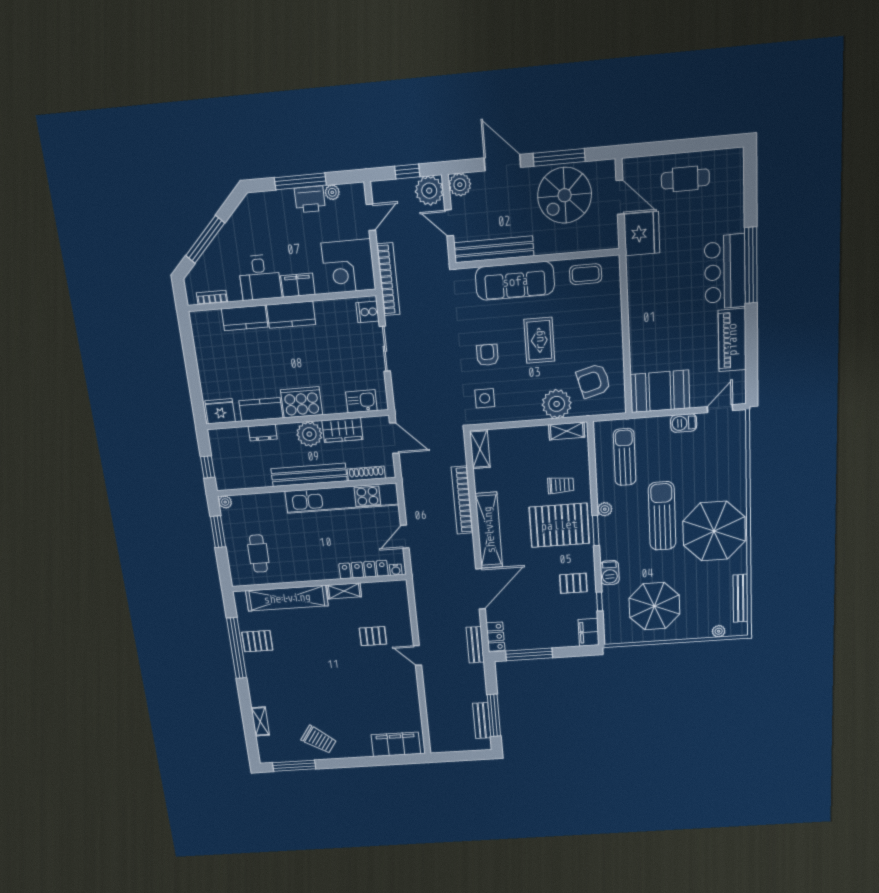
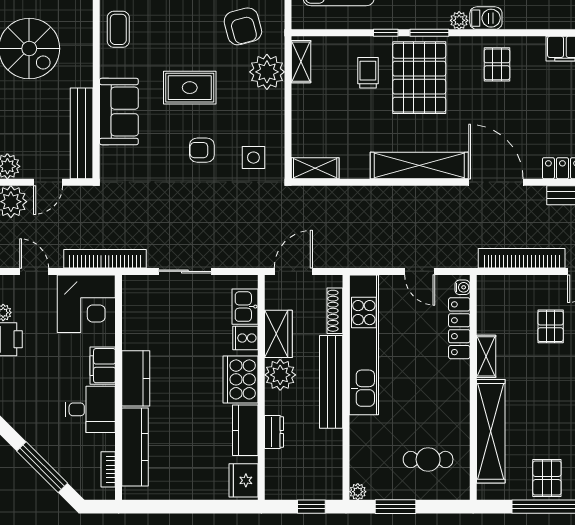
sofa: (515, 281) -> (119, 111), width x0.73
cooker: (367, 312) -> (245, 338), moved, turned 90
kitchen counter: (245, 318) -> (135, 447), width x1.50
bookcase: (462, 500) -> (522, 258), moved, turned 180
plant: (605, 509) -> (459, 20), moved
window: (599, 602) -> (386, 33), moved

